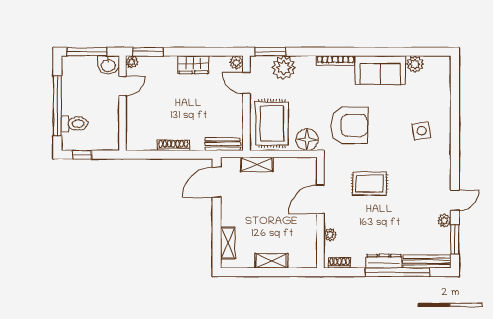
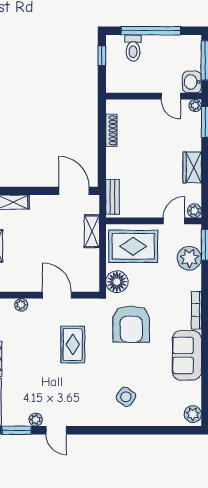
plant: (415, 64) -> (193, 414), moved
side table: (422, 131) -> (126, 397), turned 45
shoe rack: (173, 145) -> (111, 130), moved

